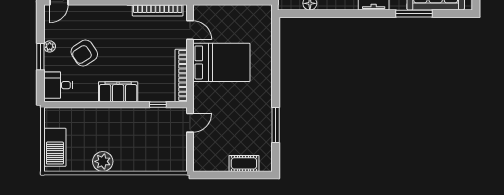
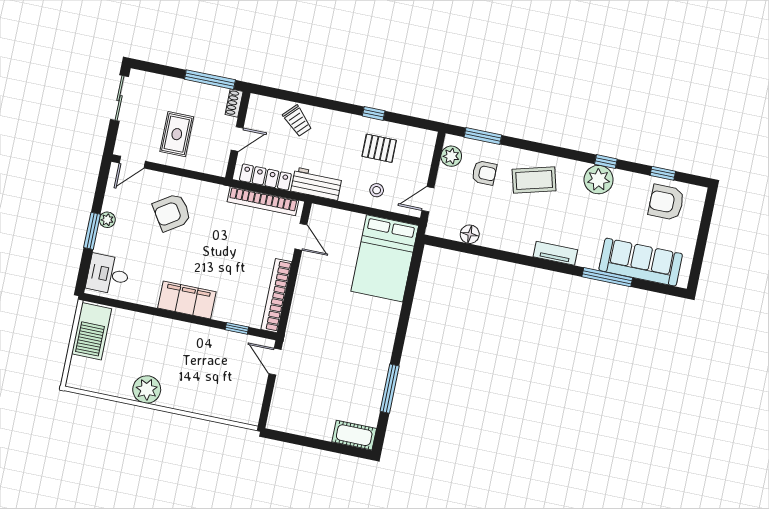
armchair: (84, 53) -> (172, 212), moved
bed: (221, 62) -> (385, 258), moved, turned 90
door: (190, 123) -> (275, 362), swing flipped
barbecue: (55, 147) -> (92, 331), moved
cot: (244, 163) -> (354, 435), moved

